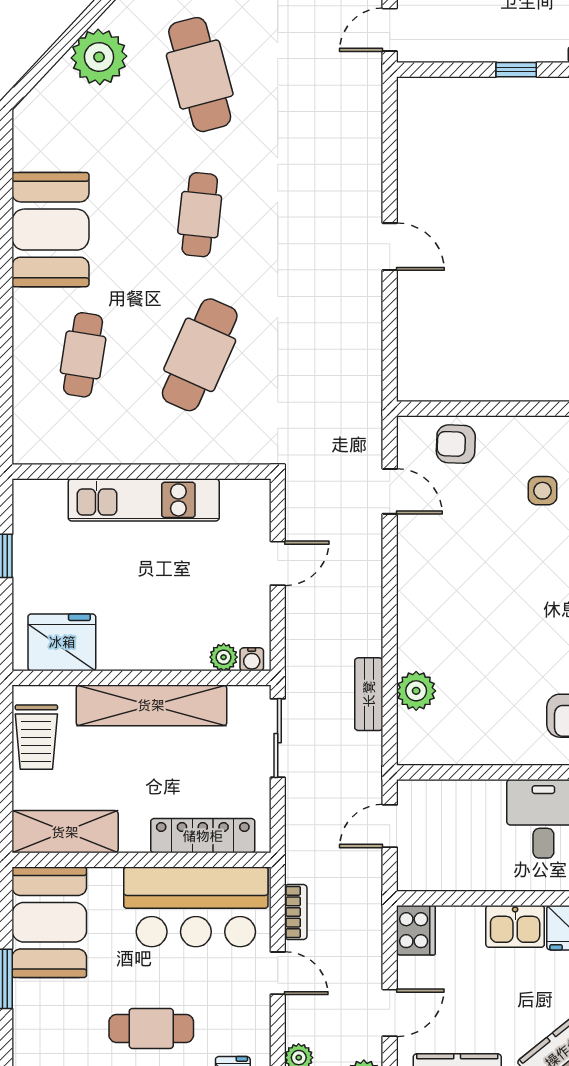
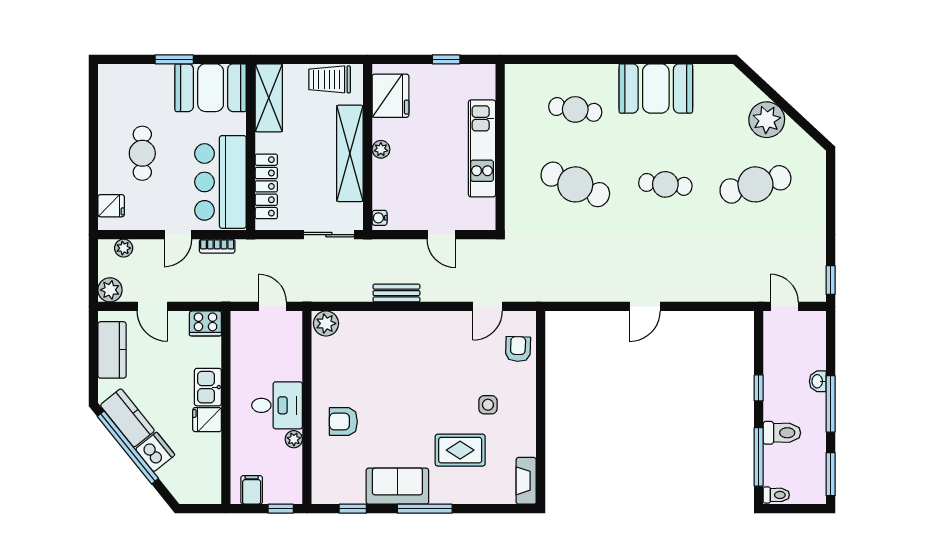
plant: (224, 657) -> (381, 149), moved
plant: (416, 691) -> (326, 323), moved
bench: (369, 694) -> (396, 293), moved

